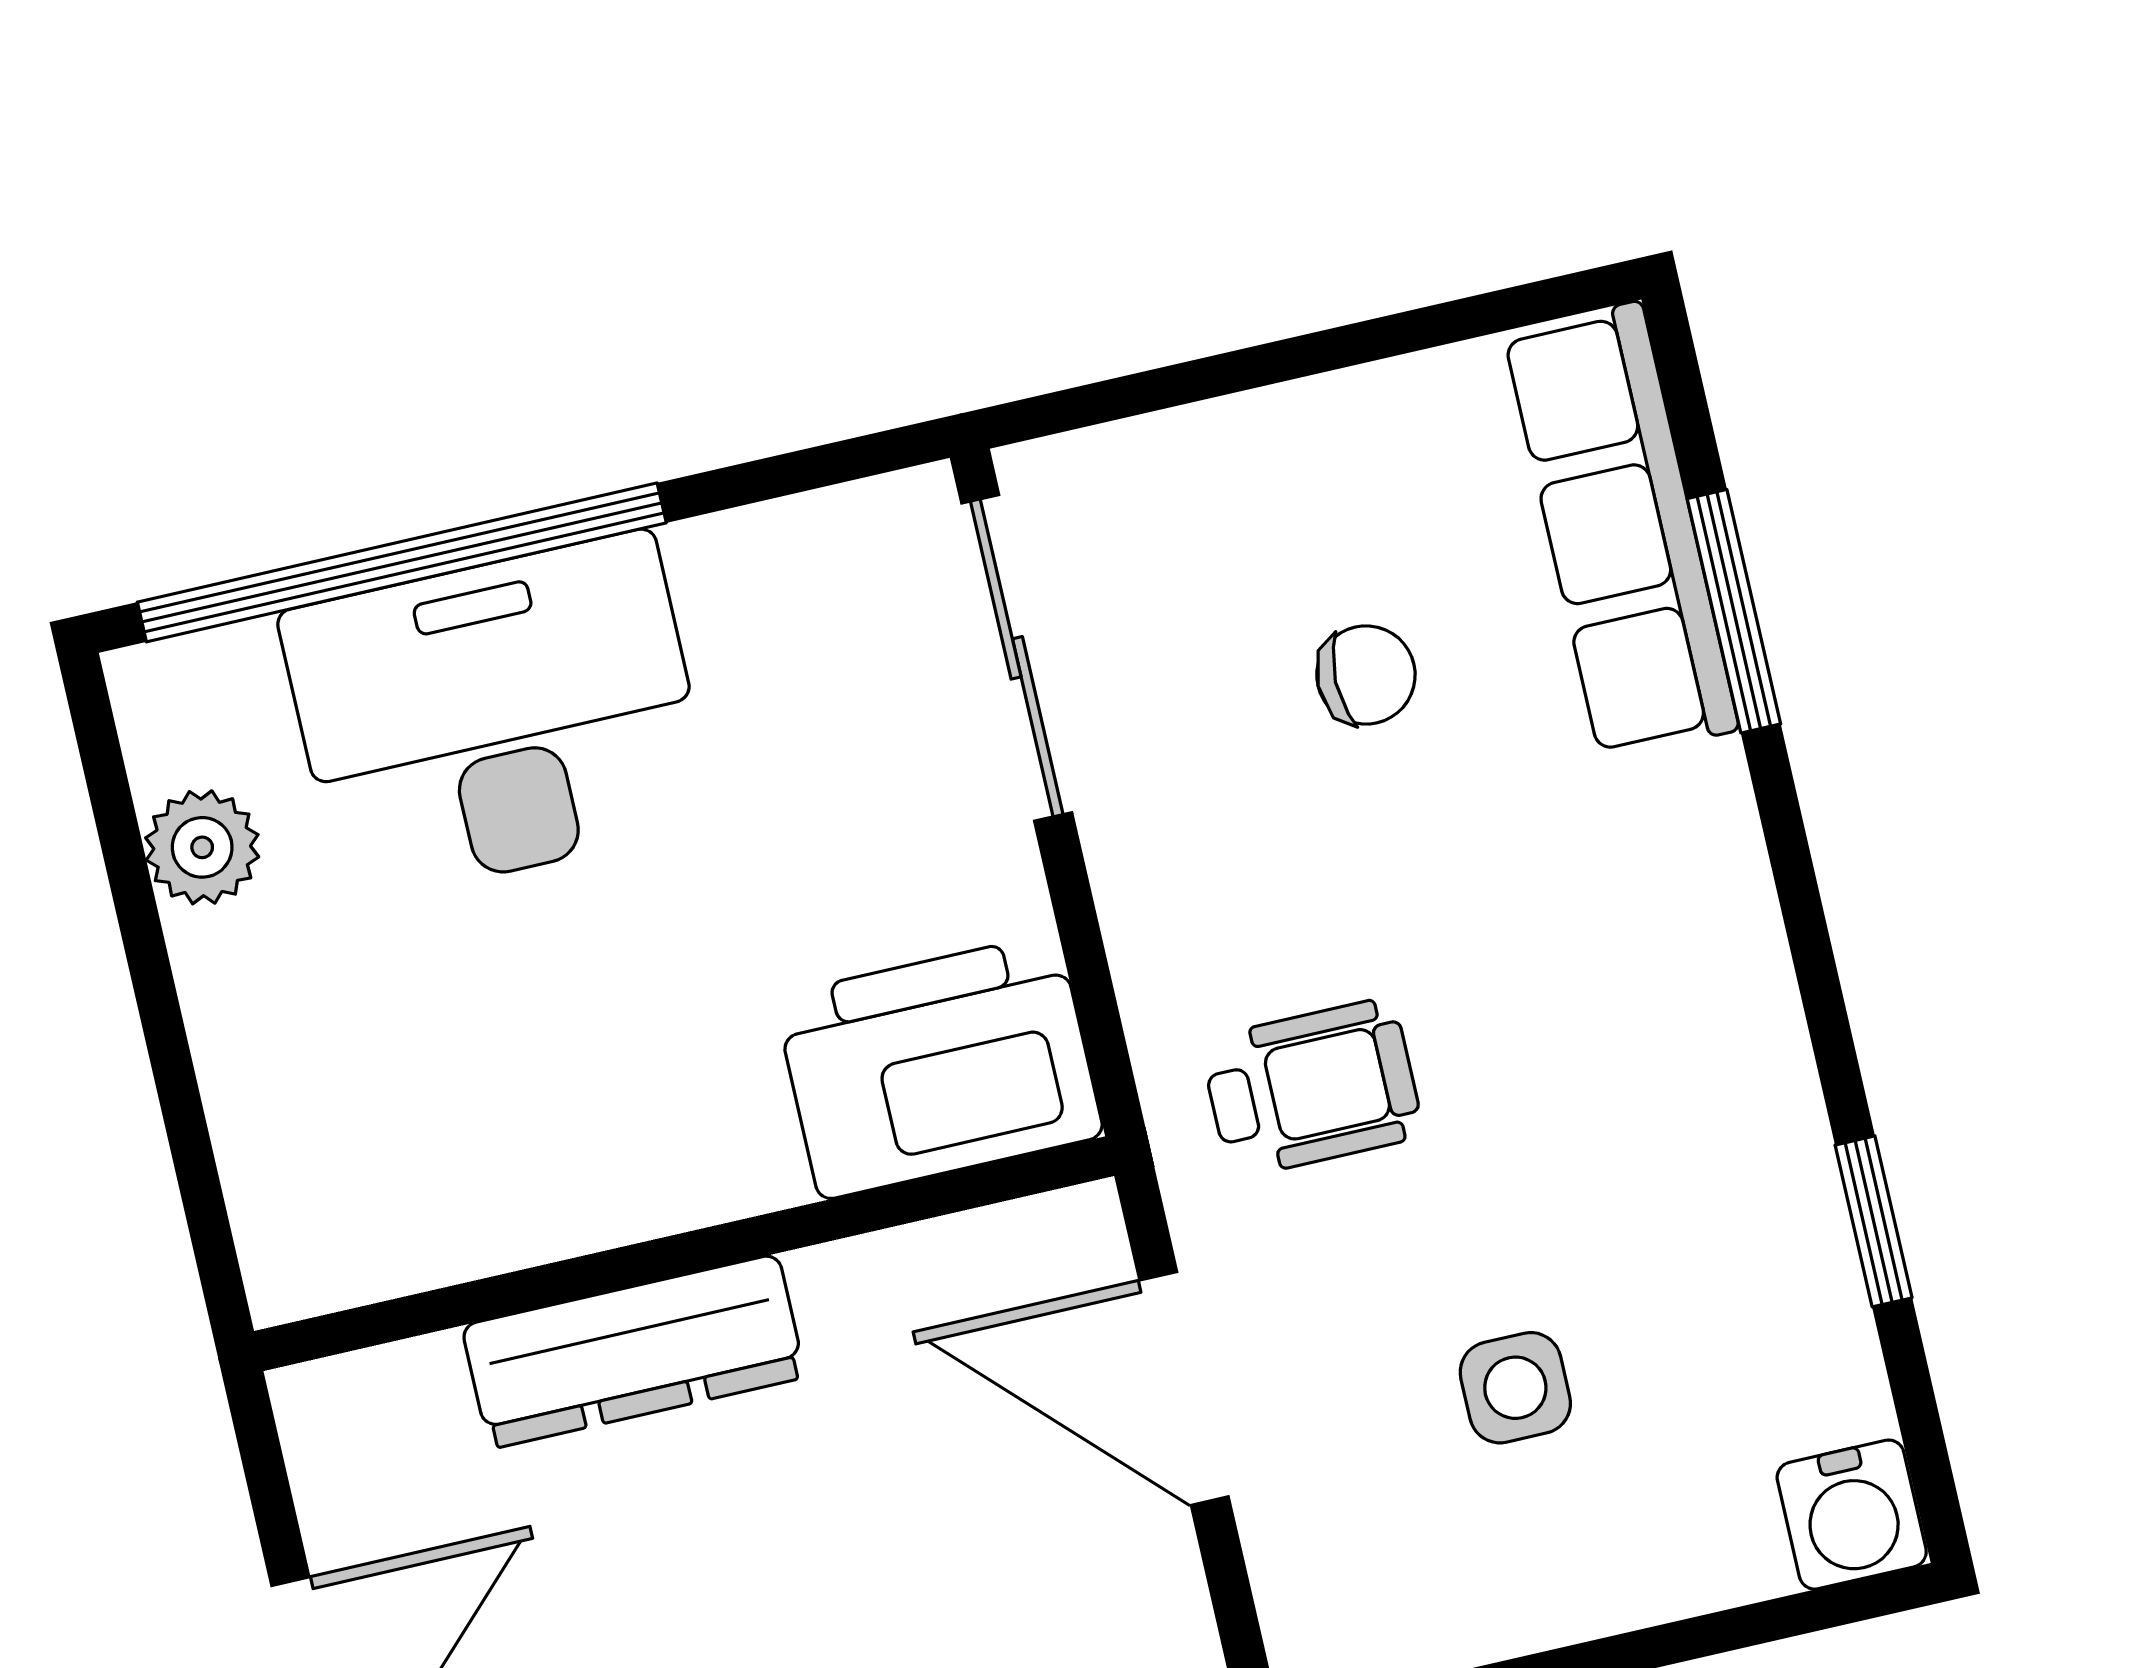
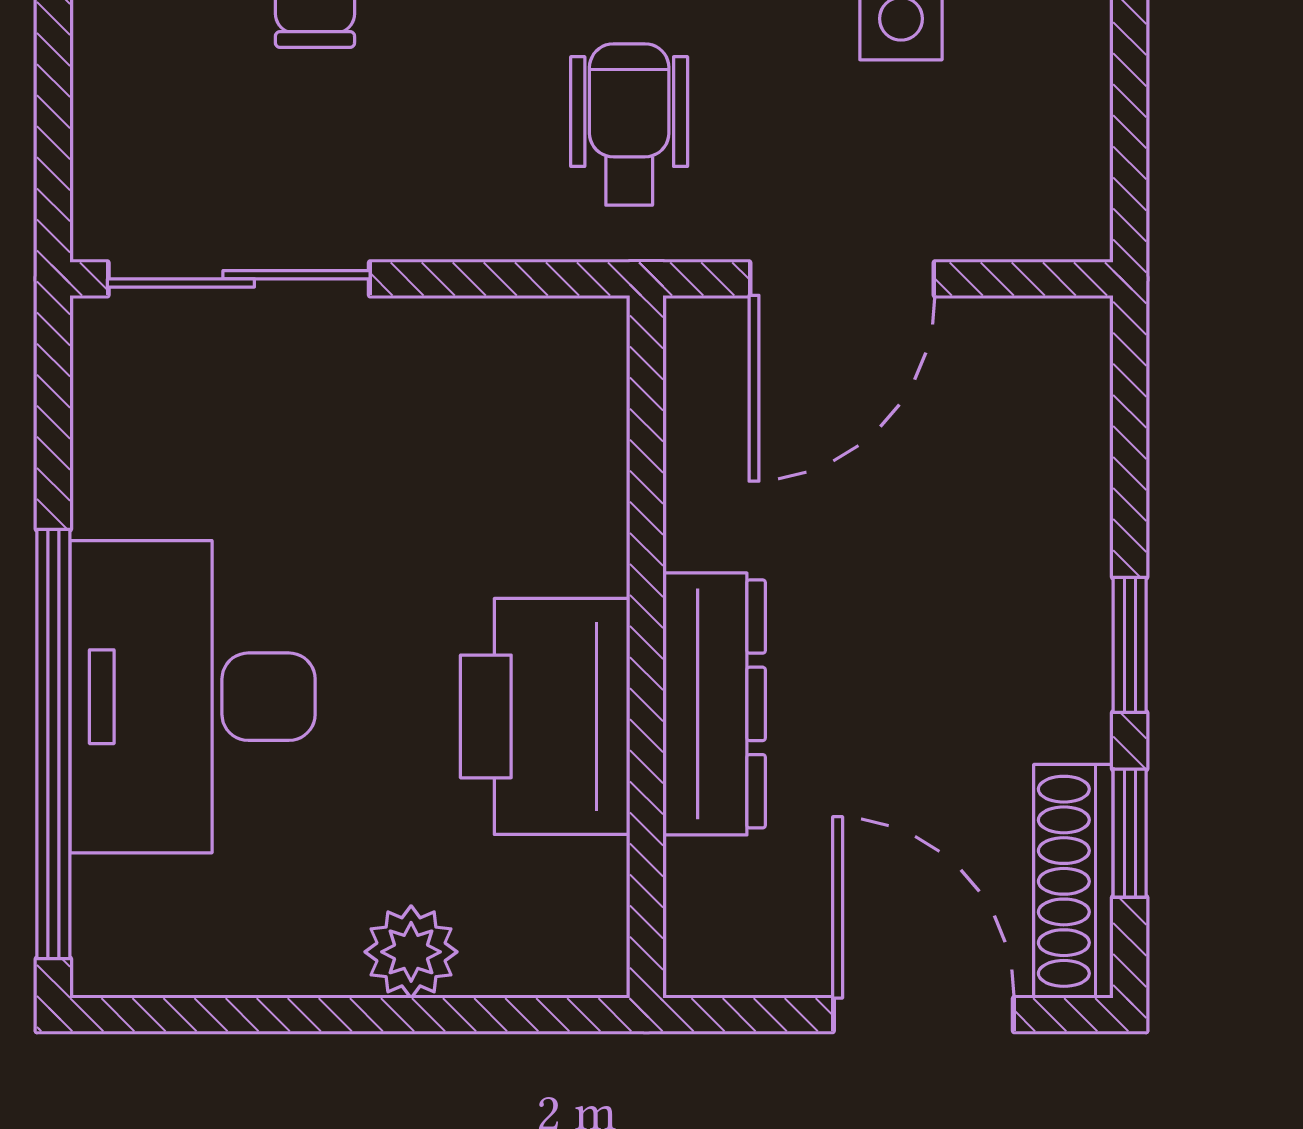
plant: (202, 847) -> (411, 952), moved
printer: (939, 1066) -> (545, 716), moved

